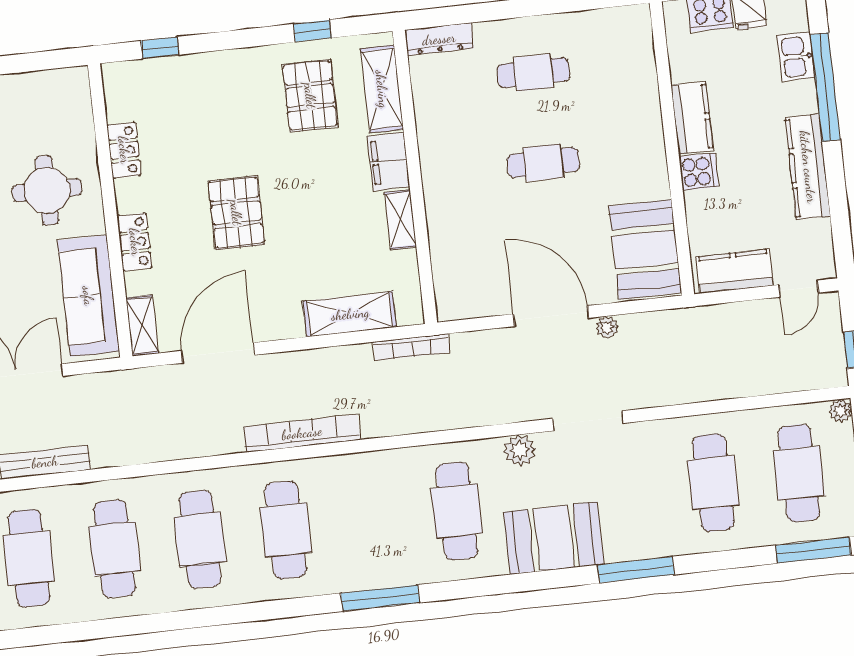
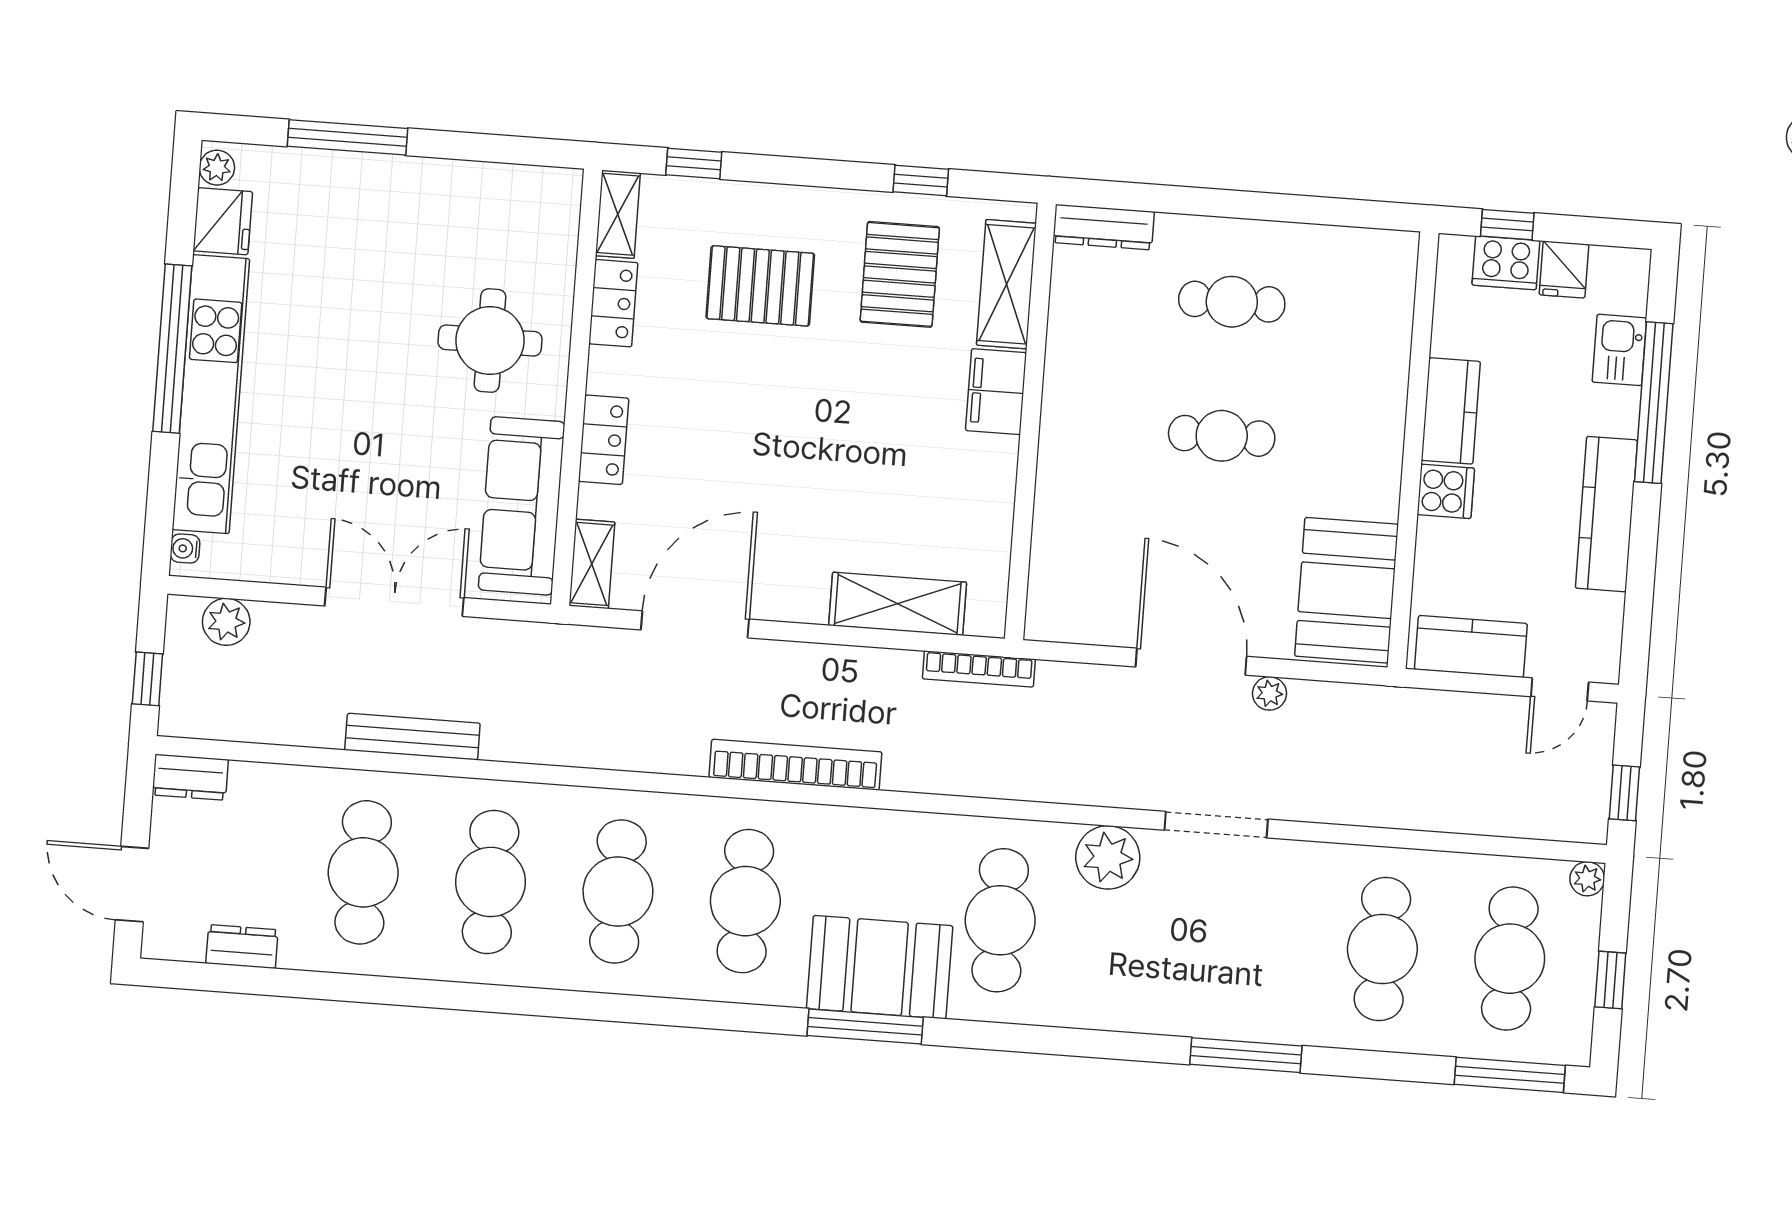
pallet: (236, 213) -> (760, 286), moved, turned 90
shelving: (400, 220) -> (618, 214), moved
plant: (520, 450) -> (1108, 857), width x1.36, depth x1.36
booth: (554, 538) -> (880, 967), moved

